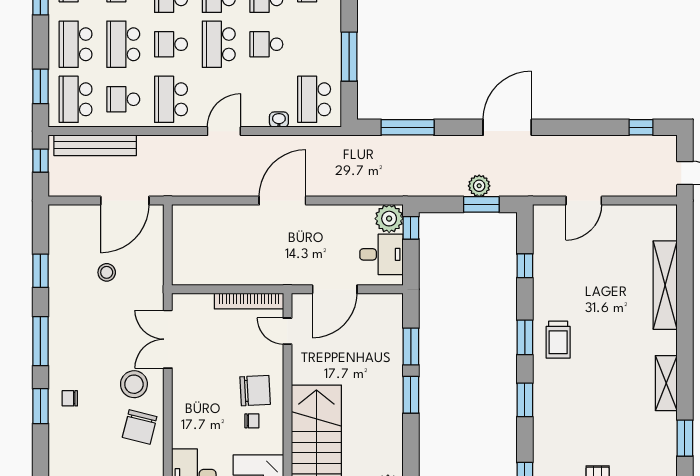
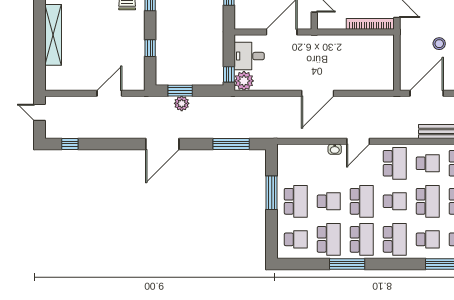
school desk: (314, 99) -> (296, 201), moved
washbasin: (279, 120) -> (335, 149), moved
bookcase: (249, 301) -> (370, 24), moved

